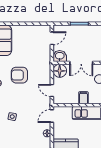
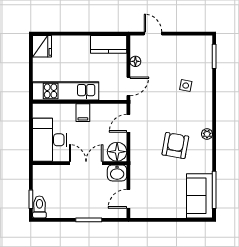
armchair: (19, 75) -> (175, 145), turned -80
door: (52, 90) -> (128, 123), swing flipped

